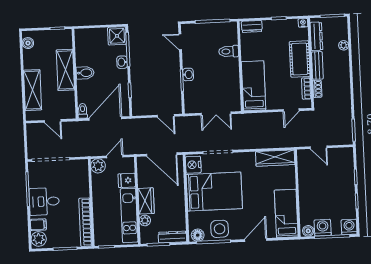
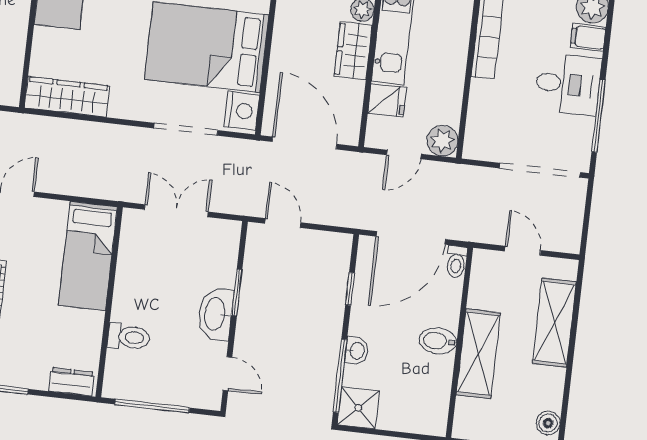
washbasin: (188, 74) -> (216, 314), width x1.91, depth x1.45

